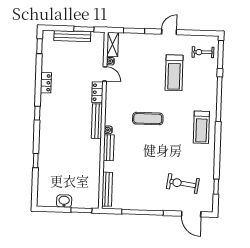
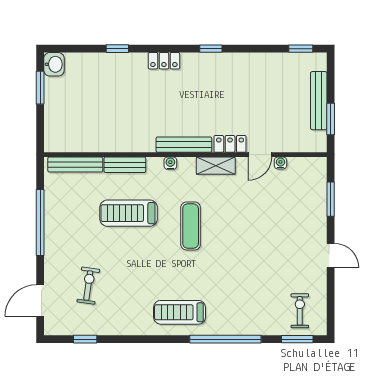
shelving: (113, 44) -> (216, 166), moved
window: (221, 54) -> (297, 339), width x0.69
treadmill: (174, 73) -> (129, 213), moved
locker: (46, 83) -> (164, 61), moved
window: (37, 113) -> (211, 49), moved
bench: (109, 148) -> (125, 165), moved
exercise bike: (183, 184) -> (88, 286), width x0.73, depth x0.72
washbasin: (64, 201) -> (54, 64), moved
window: (81, 210) -> (40, 88), moved

